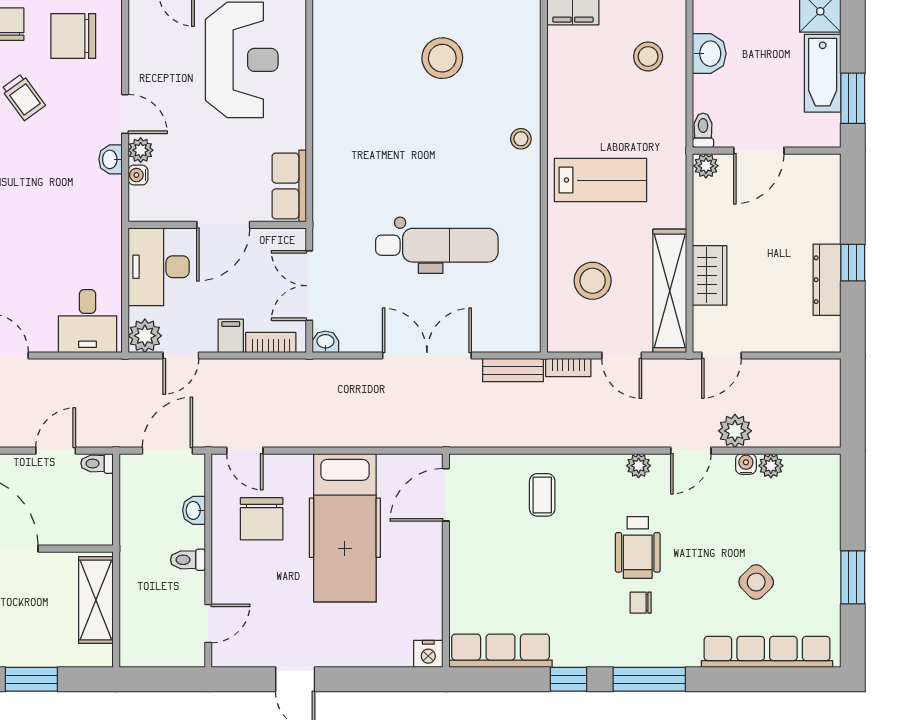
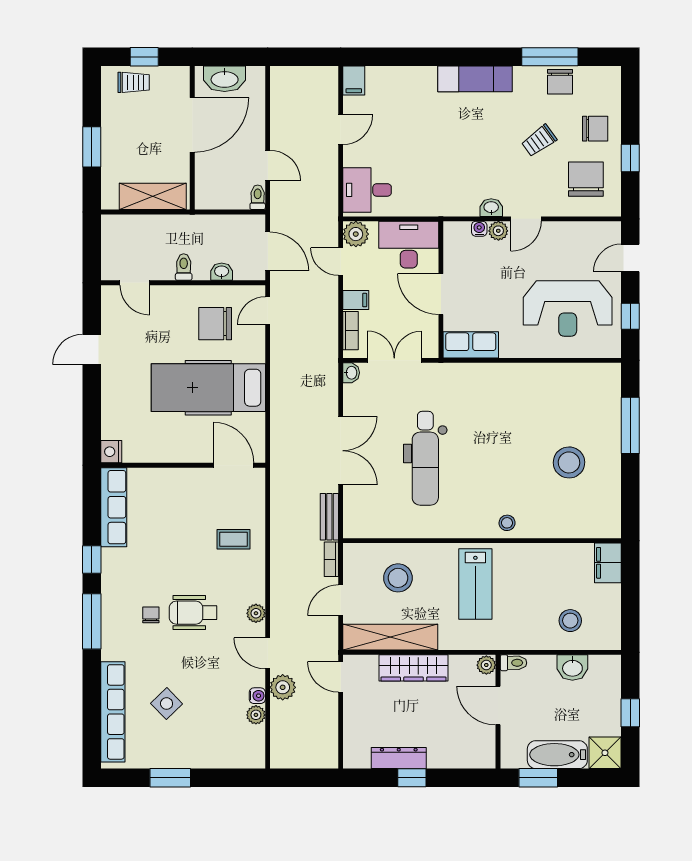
wardrobe: (710, 275) -> (414, 668), width x1.50

